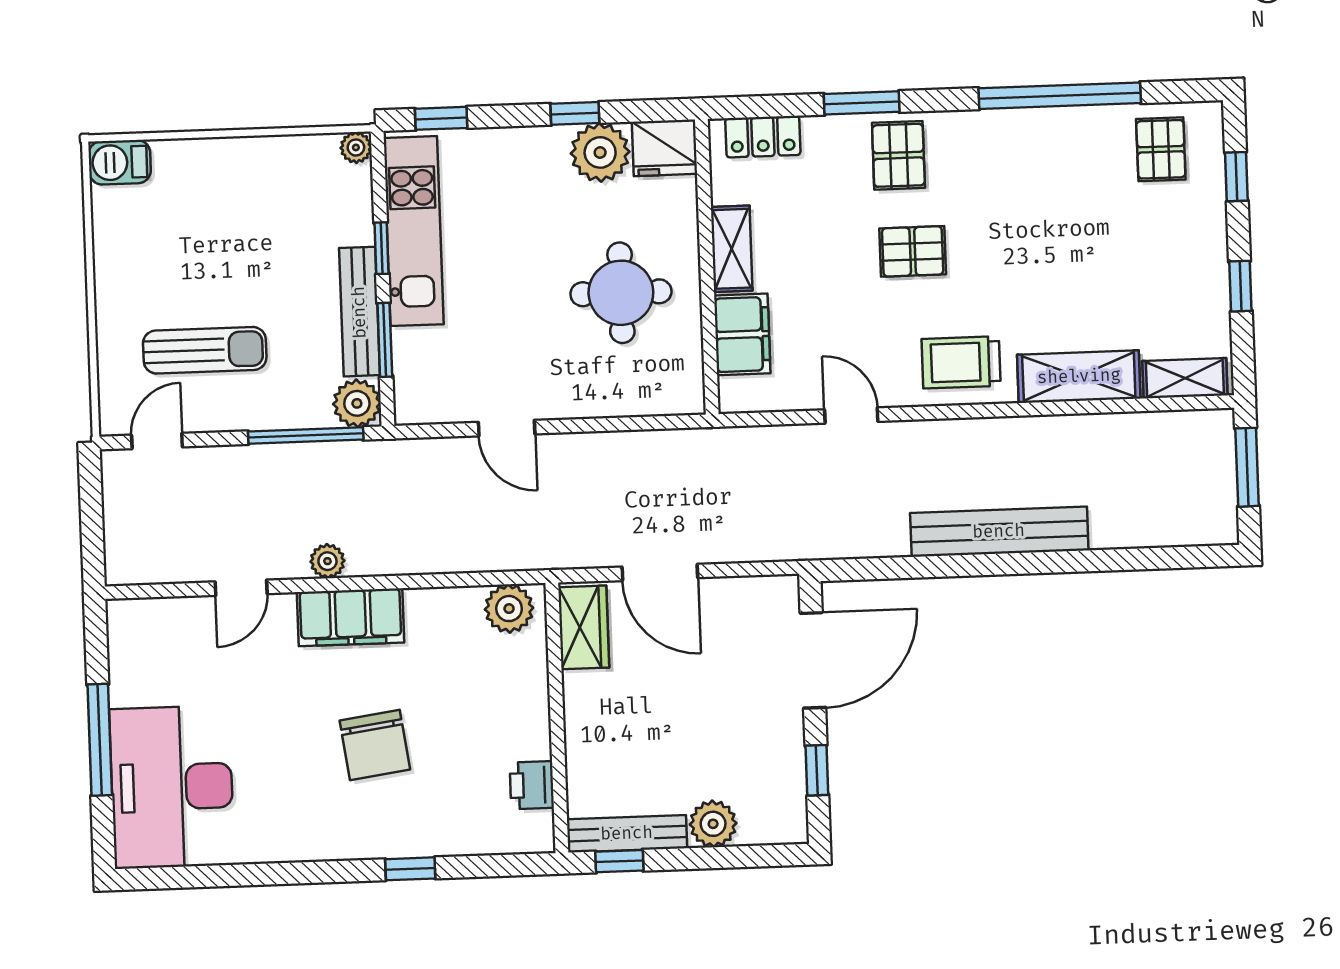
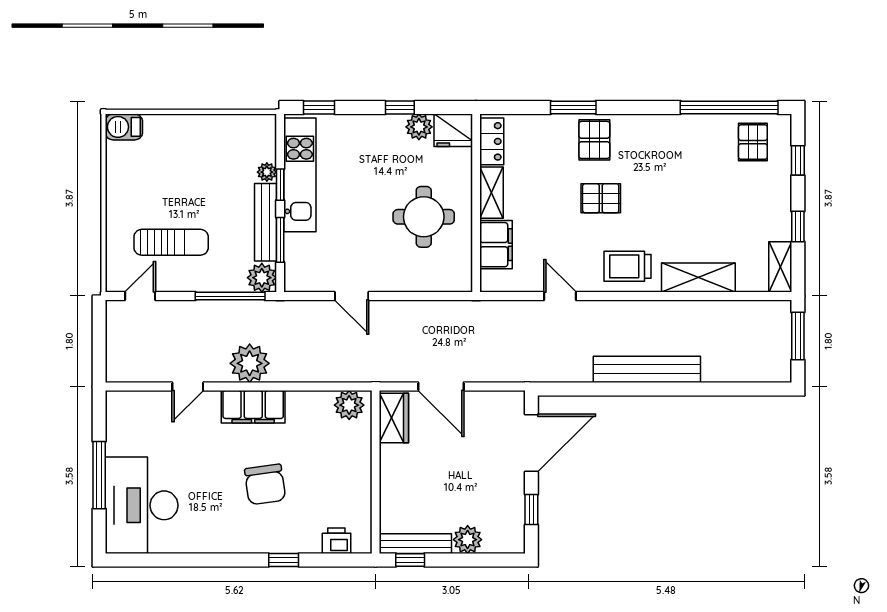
window: (1060, 96) -> (729, 107), moved
locker: (763, 137) -> (492, 141), moved, turned -90
plant: (356, 147) -> (267, 172), moved
plant: (600, 152) -> (419, 127), width x0.73, depth x0.73
shelving: (1185, 378) -> (780, 267), moved, turned 90
plant: (327, 561) -> (250, 363), width x1.88, depth x1.88
printer: (532, 785) -> (336, 541), moved, turned 90

